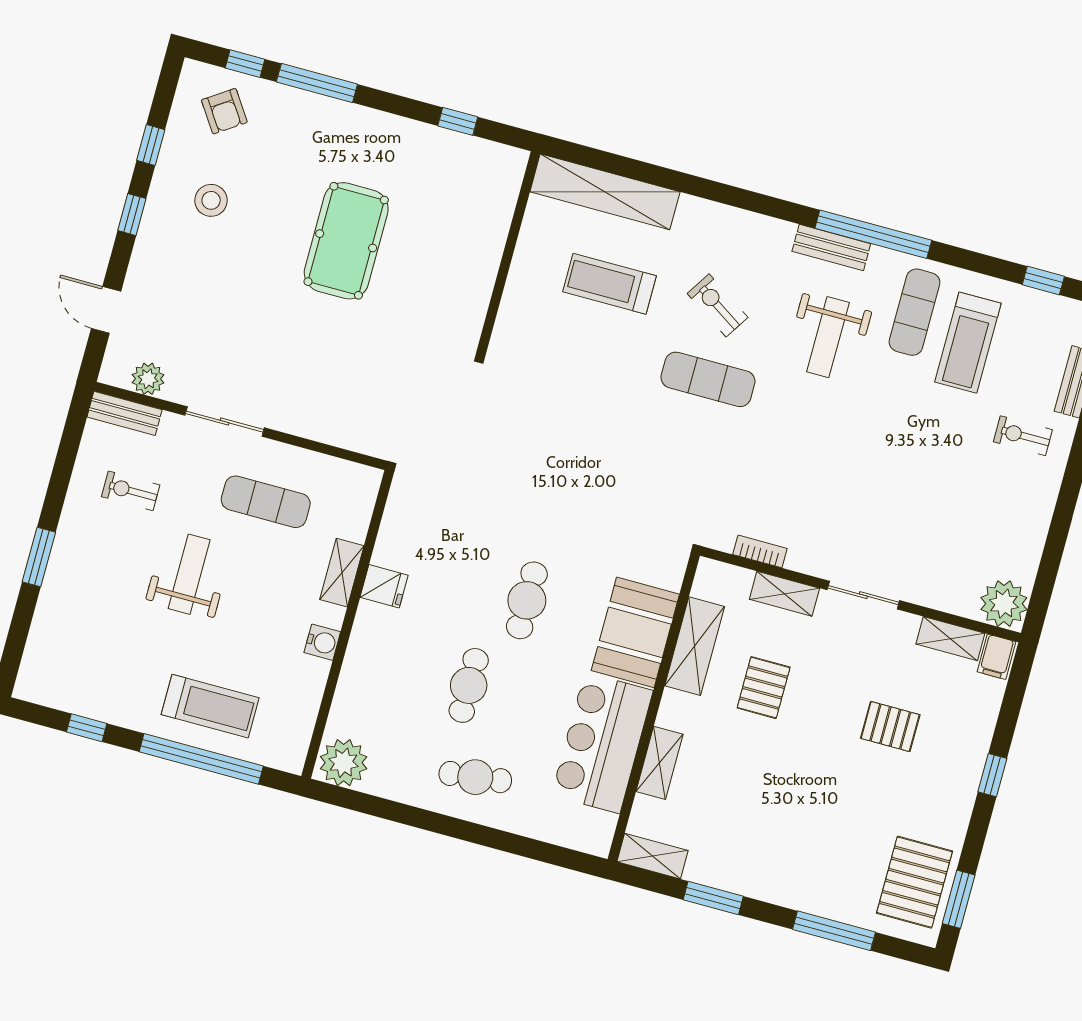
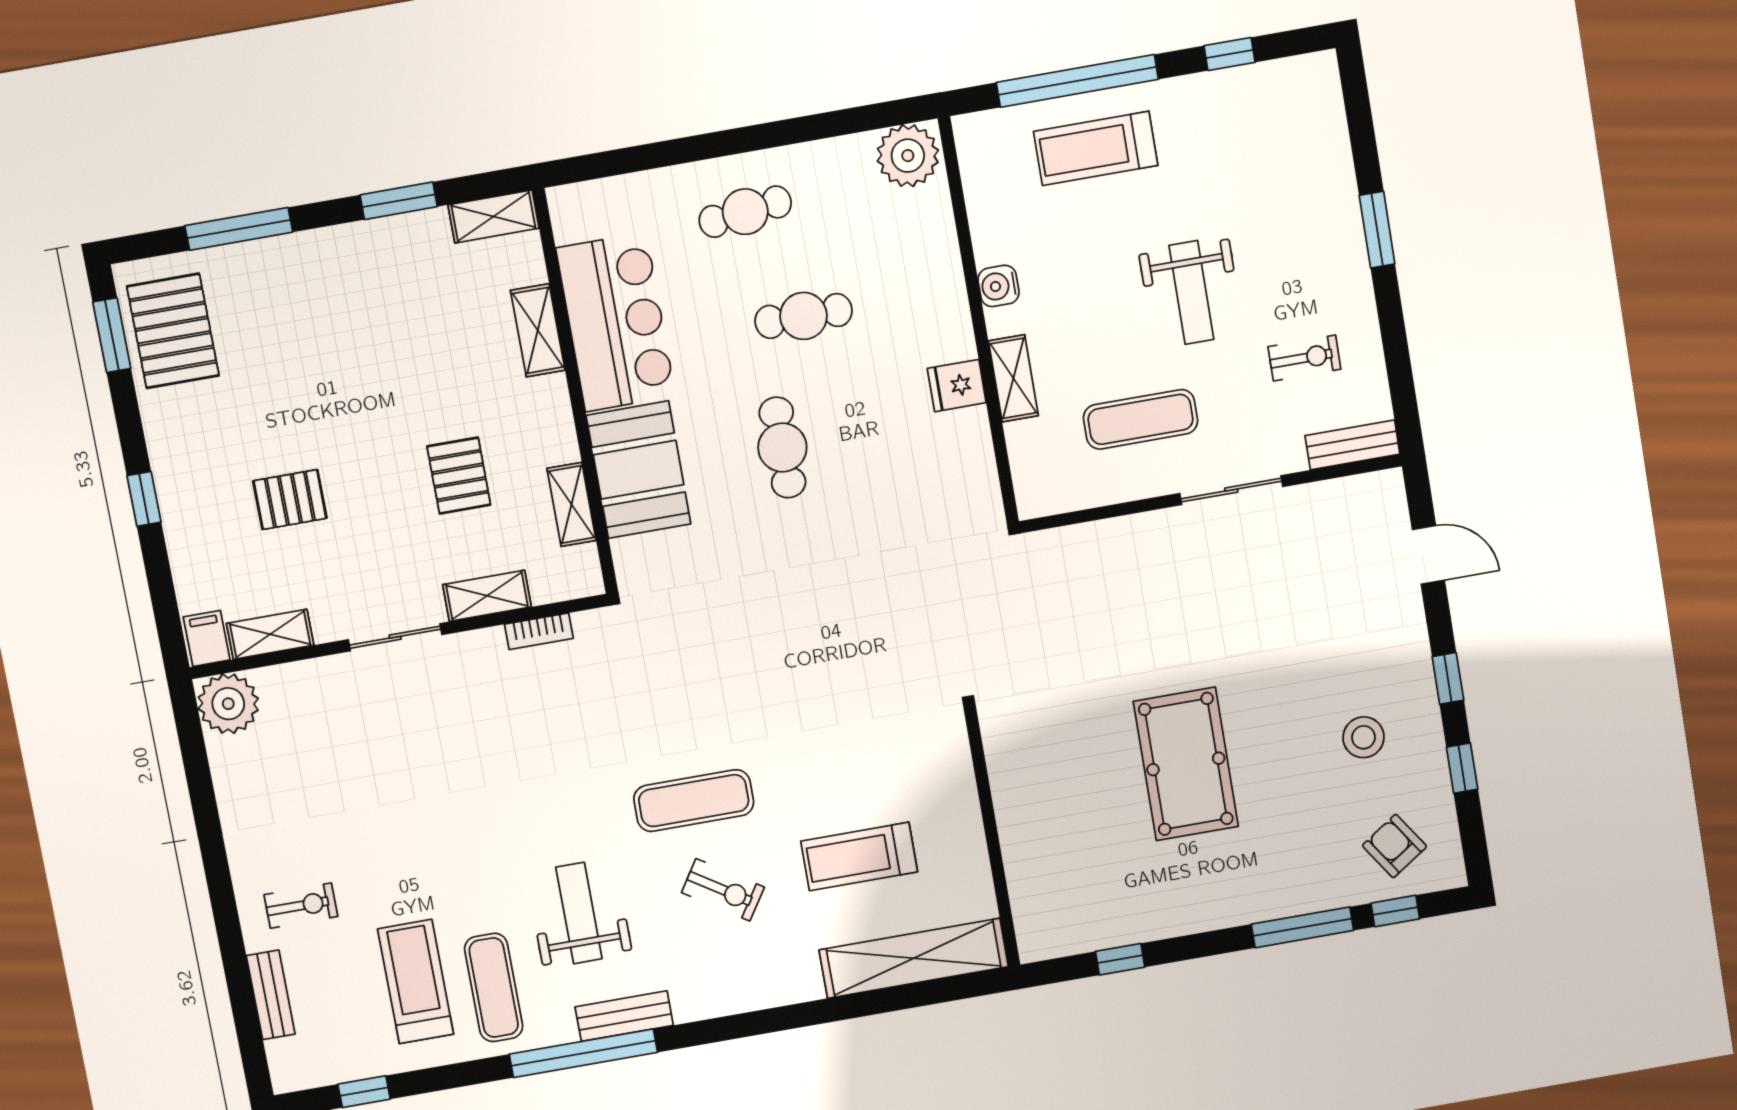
treadmill: (609, 284) -> (859, 856), turned 180
plant: (148, 379) -> (1343, 498), removed
shelving: (695, 646) -> (572, 504), width x0.67, depth x0.75
cafe table: (469, 685) -> (804, 316), turned 90

